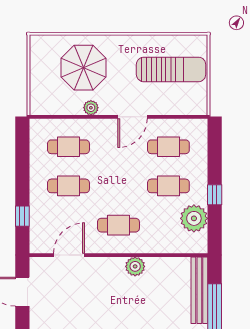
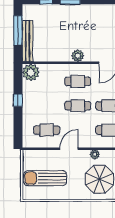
cafe table: (168, 186) -> (78, 106), moved
plant: (194, 218) -> (31, 72), moved
plant: (135, 266) -> (78, 56), moved

